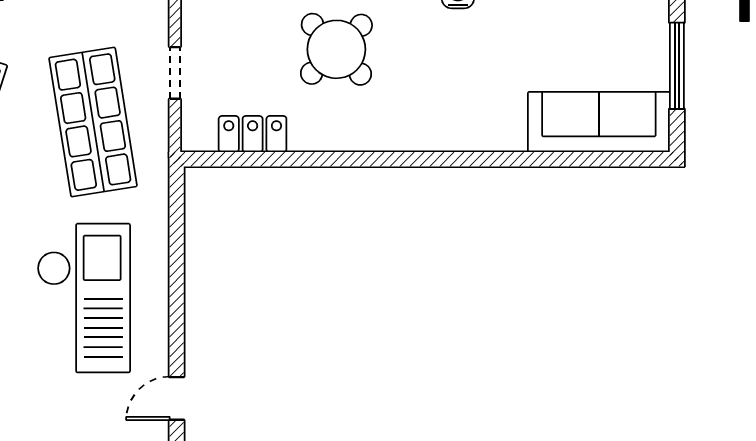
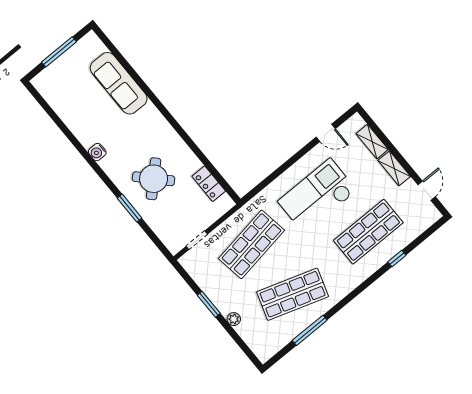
doorway: (175, 73) -> (197, 240), moved
sofa: (599, 122) -> (119, 83), moved

